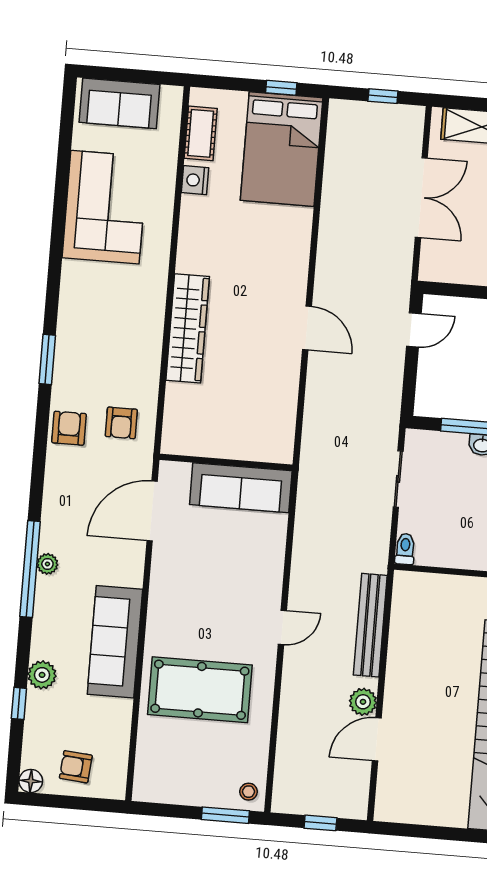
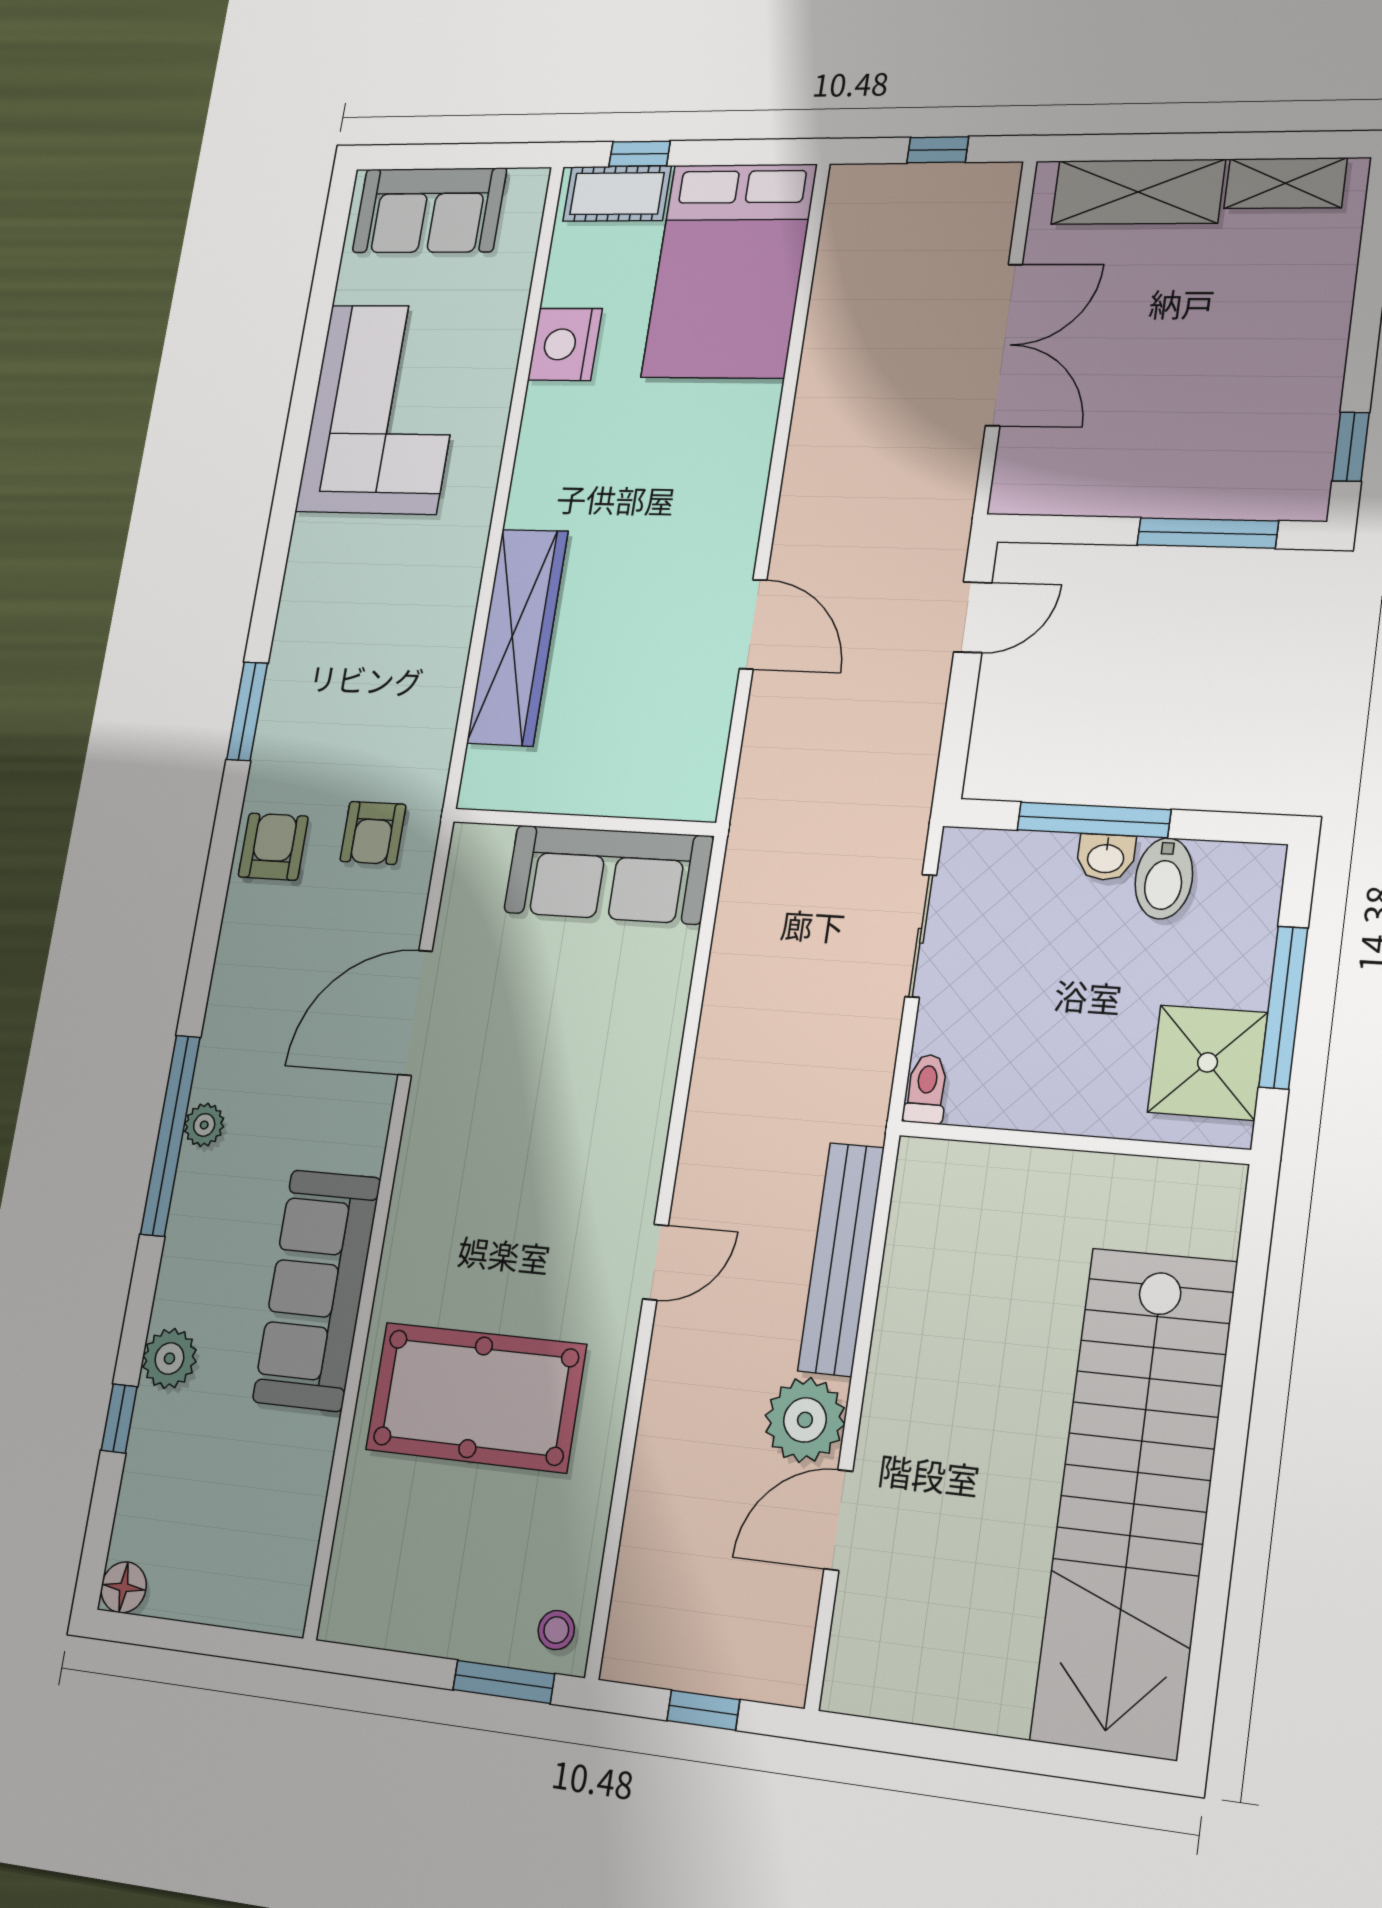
window: (281, 88) -> (640, 154), moved
cot: (201, 133) -> (617, 194), moved, turned 90
nightstand: (195, 180) -> (565, 344), width x1.36, depth x1.33
wall: (226, 462) -> (583, 822), moved
sofa: (241, 488) -> (608, 874), moved
plant: (363, 702) -> (805, 1420), width x1.36, depth x1.36
armchair: (76, 767) -> (214, 1560), removed

